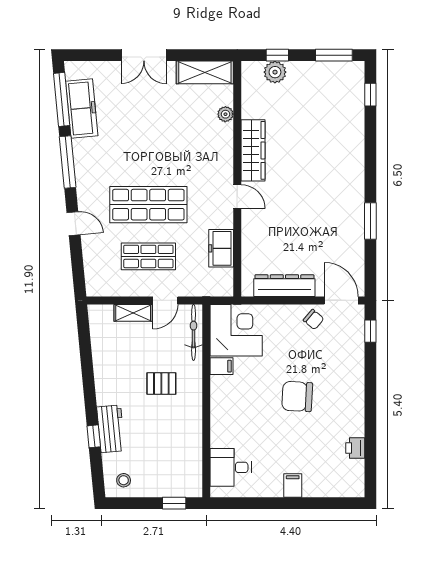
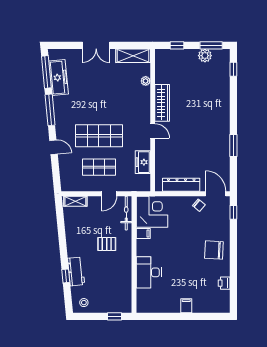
plant: (275, 72) -> (205, 56), moved
shelving: (133, 313) -> (75, 201), moved
chair: (297, 396) -> (214, 250), moved
desk: (231, 467) -> (149, 272), moved, width x1.37

